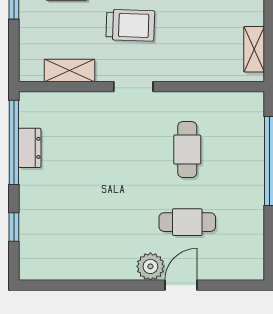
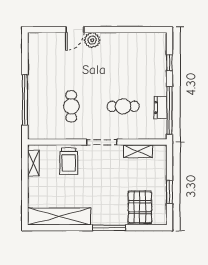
trolley: (130, 25) -> (69, 161), moved, turned -92
doorway: (133, 87) -> (102, 142), width x1.38
cafe table: (187, 222) -> (123, 106), moved

